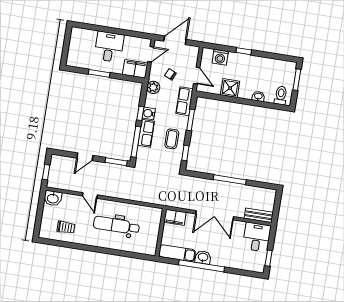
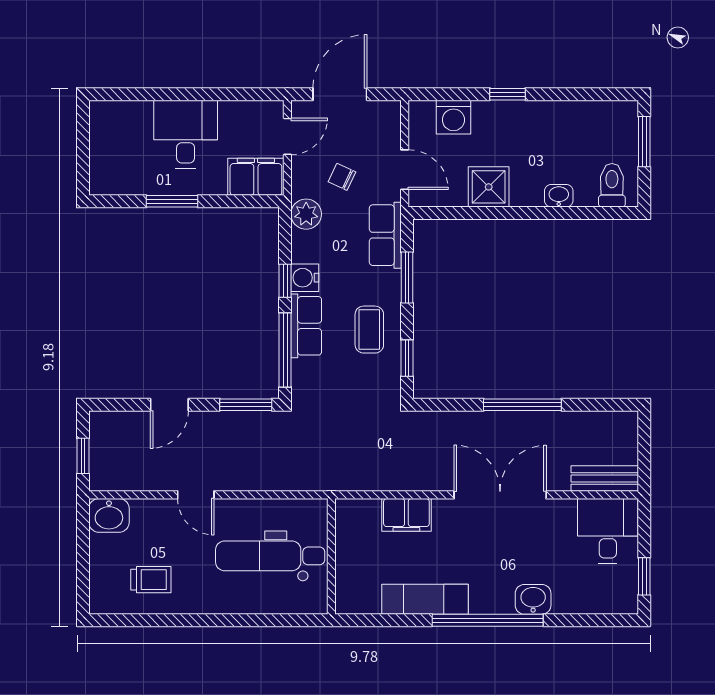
double door: (215, 215) -> (500, 495), swing flipped
wall: (161, 233) -> (331, 556), moved
washbasin: (203, 257) -> (533, 599), moved

